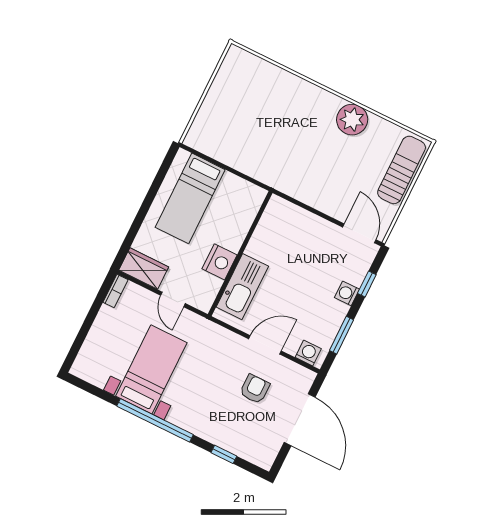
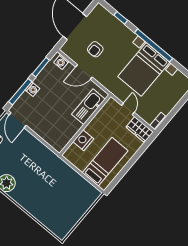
nightstand: (220, 262) -> (83, 140), moved
window: (367, 284) -> (20, 92), width x2.17
bed with nightstands: (151, 369) -> (144, 69), width x1.36

